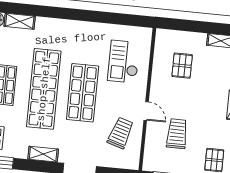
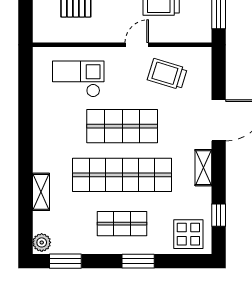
shelving: (20, 21) -> (41, 192), moved
checkout: (124, 62) -> (78, 79), turned 180

